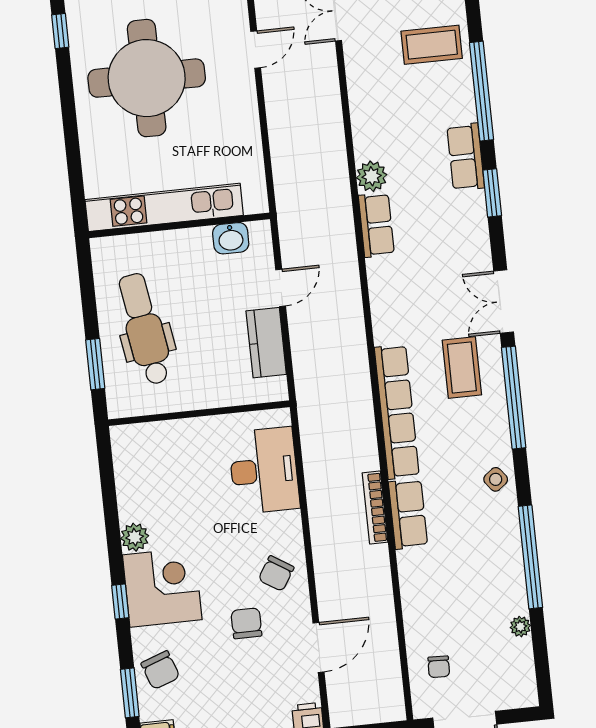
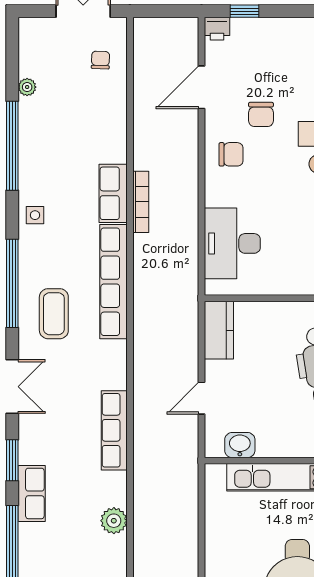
plant: (372, 176) -> (114, 521), moved
row of seats: (376, 225) -> (114, 430), width x1.48
double door: (504, 301) -> (12, 387), moved
kitchen counter: (266, 343) -> (219, 330), moved
side table: (496, 479) -> (35, 215), turned 38
chair: (276, 573) -> (231, 154), turned 58

